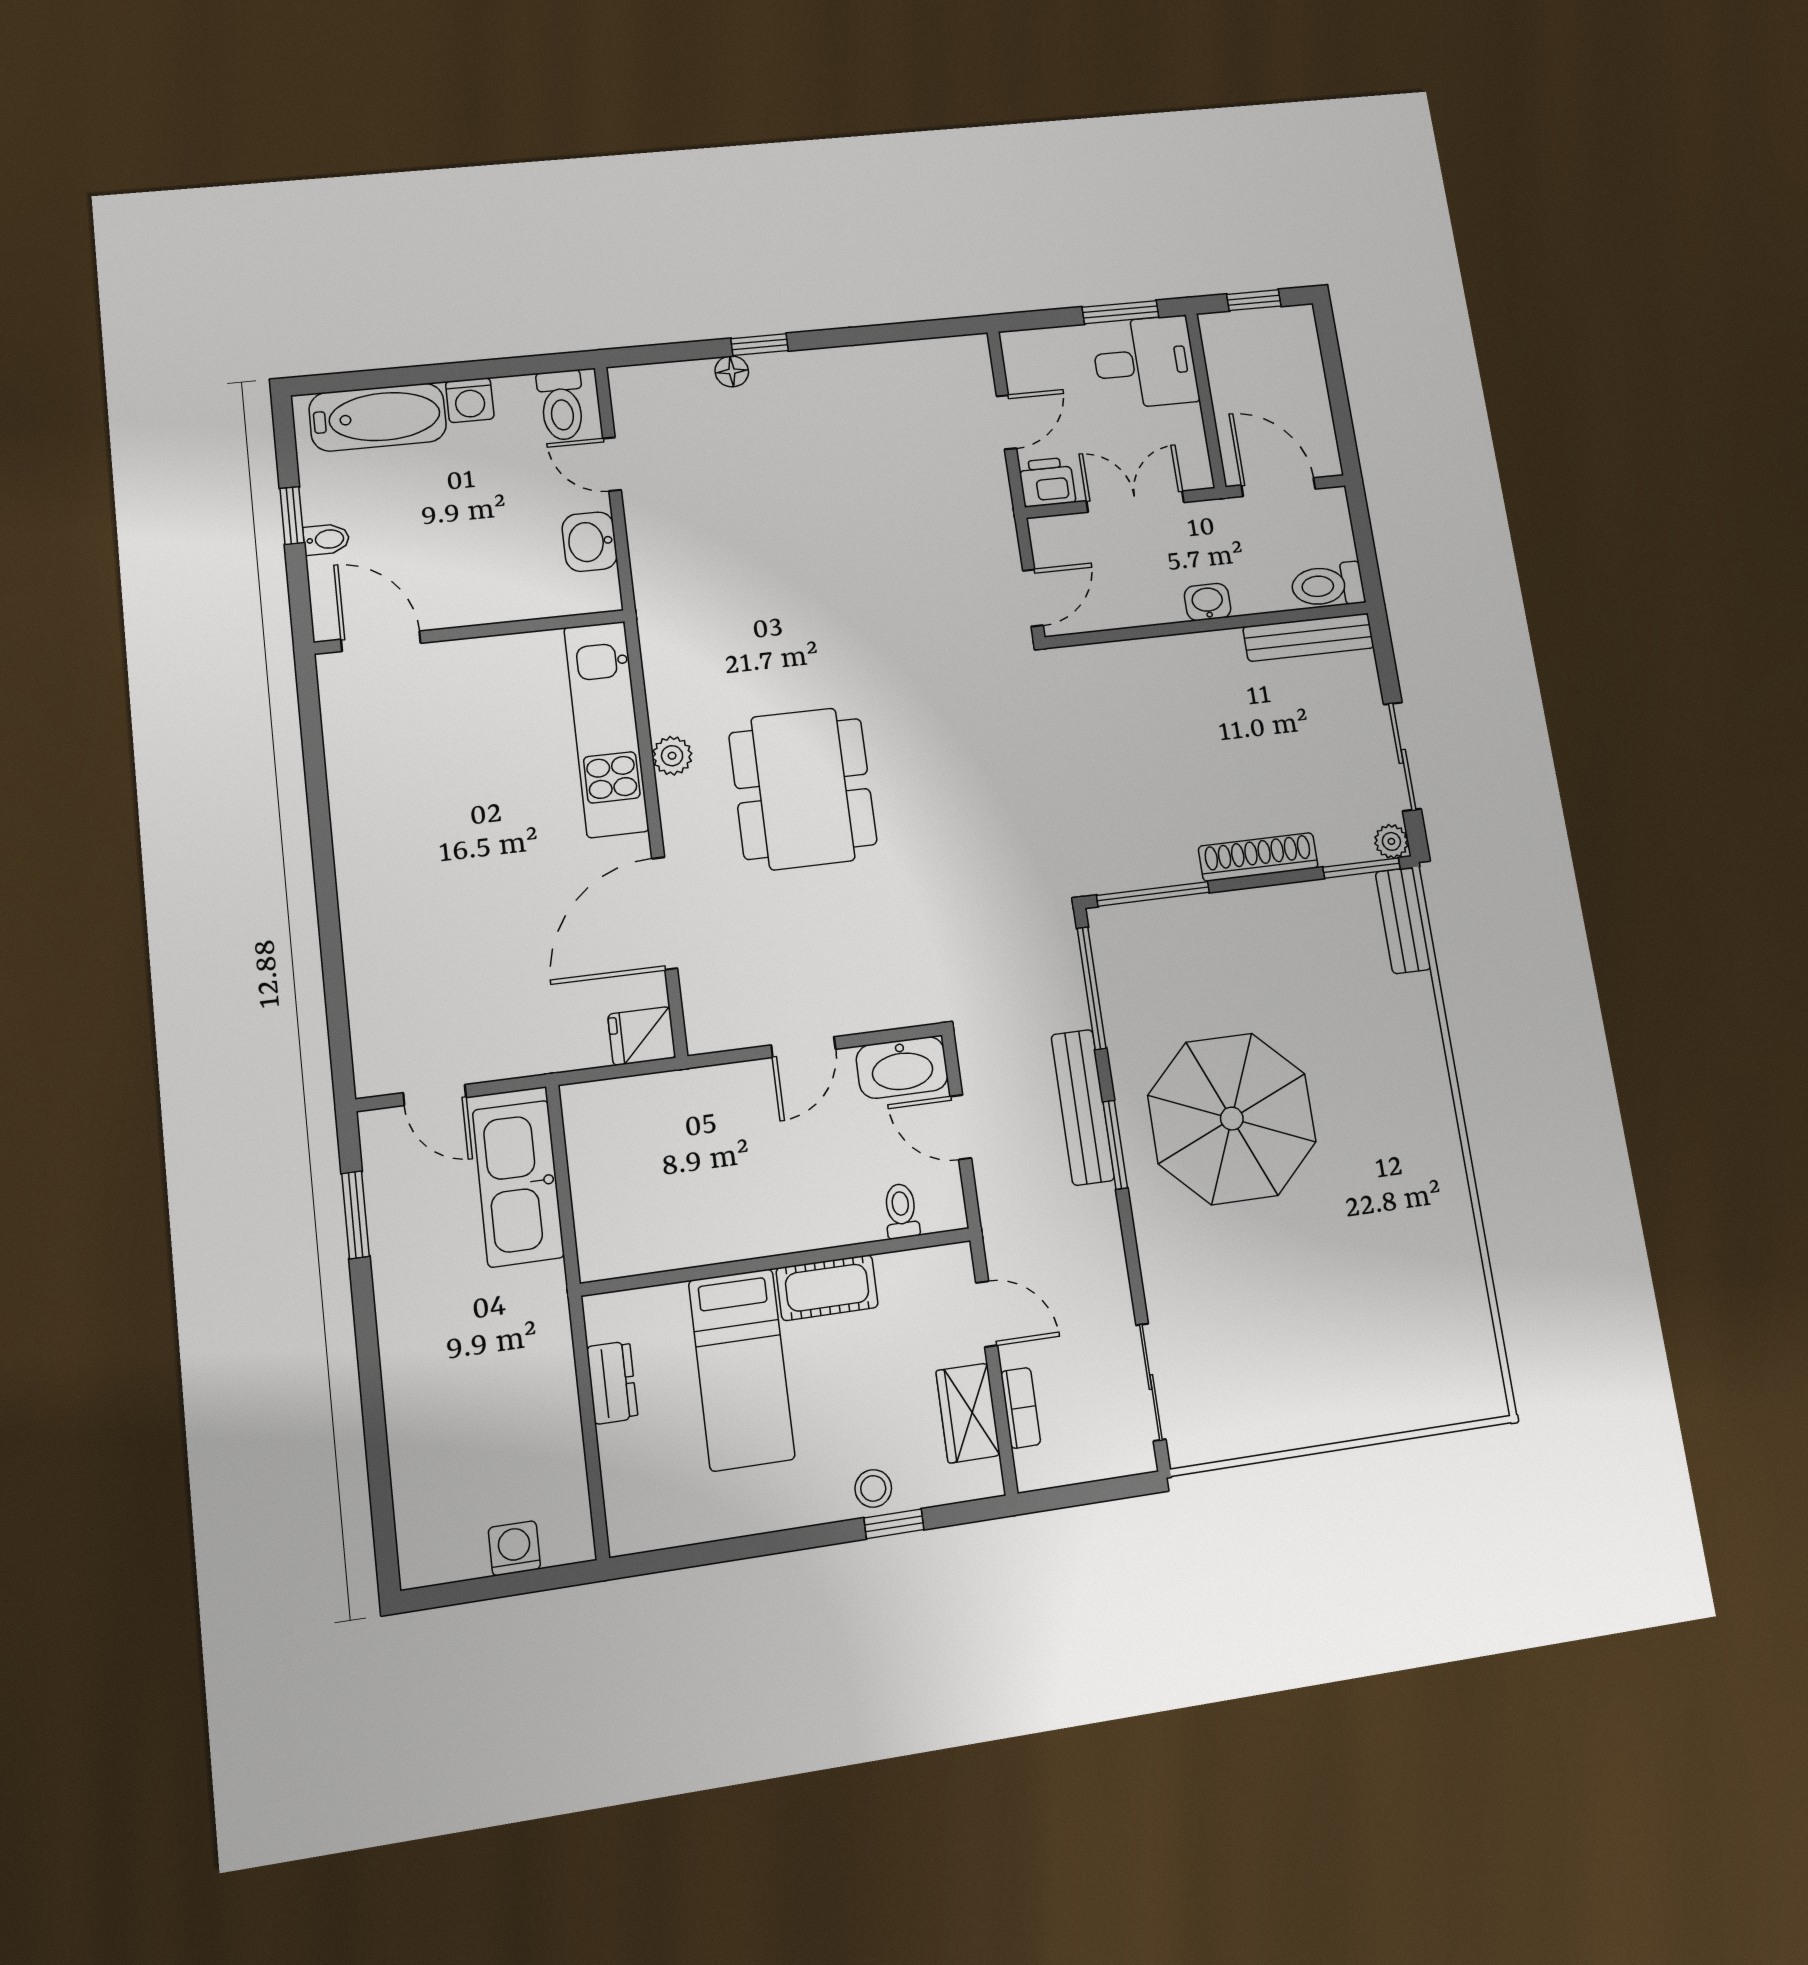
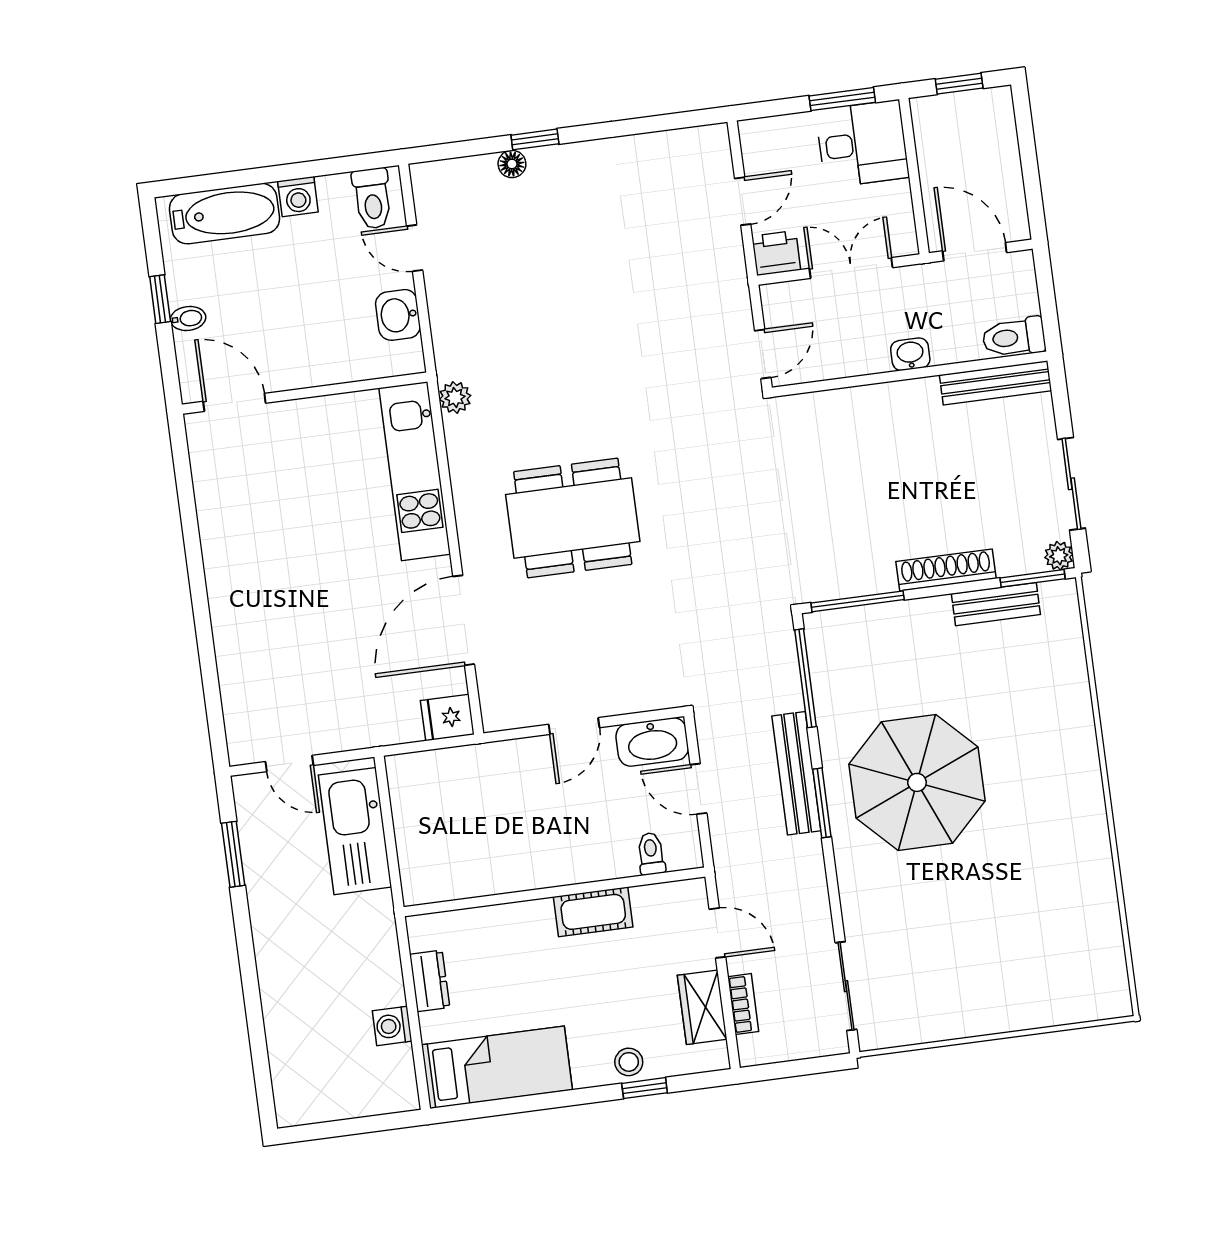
plant: (672, 756) -> (455, 397), moved
dining table: (803, 789) -> (573, 518), turned 90
bench: (1403, 920) -> (996, 604), moved, turned 90
bed: (742, 1369) -> (497, 1067), moved, turned -90
washing machine: (514, 1548) -> (392, 1026), moved, turned -90

